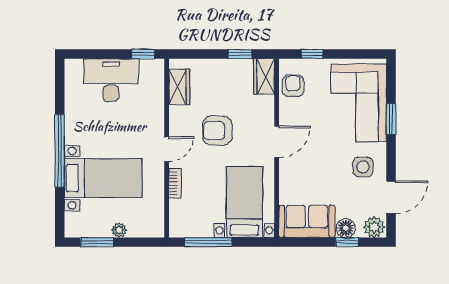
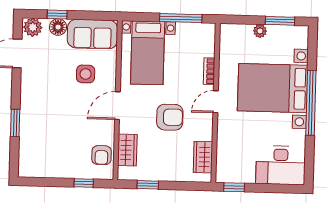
wardrobe: (264, 76) -> (127, 150), moved
desk: (111, 80) -> (281, 165), moved
corner sofa: (359, 103) -> (43, 138), removed
side table: (363, 167) -> (86, 74), moved
bed with nightstands: (103, 178) -> (273, 88), width x1.36

